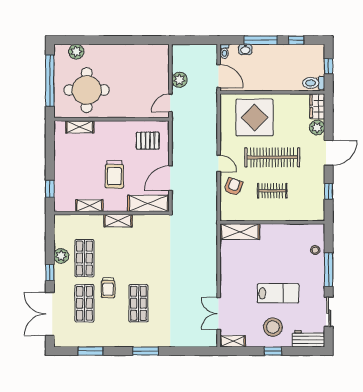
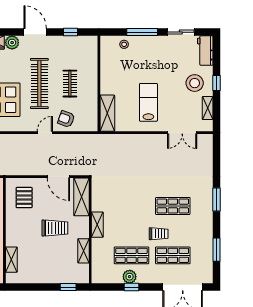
window: (50, 273) -> (132, 287), moved
lab bench: (278, 293) -> (148, 102), moved
shelving: (233, 341) -> (208, 108), moved

